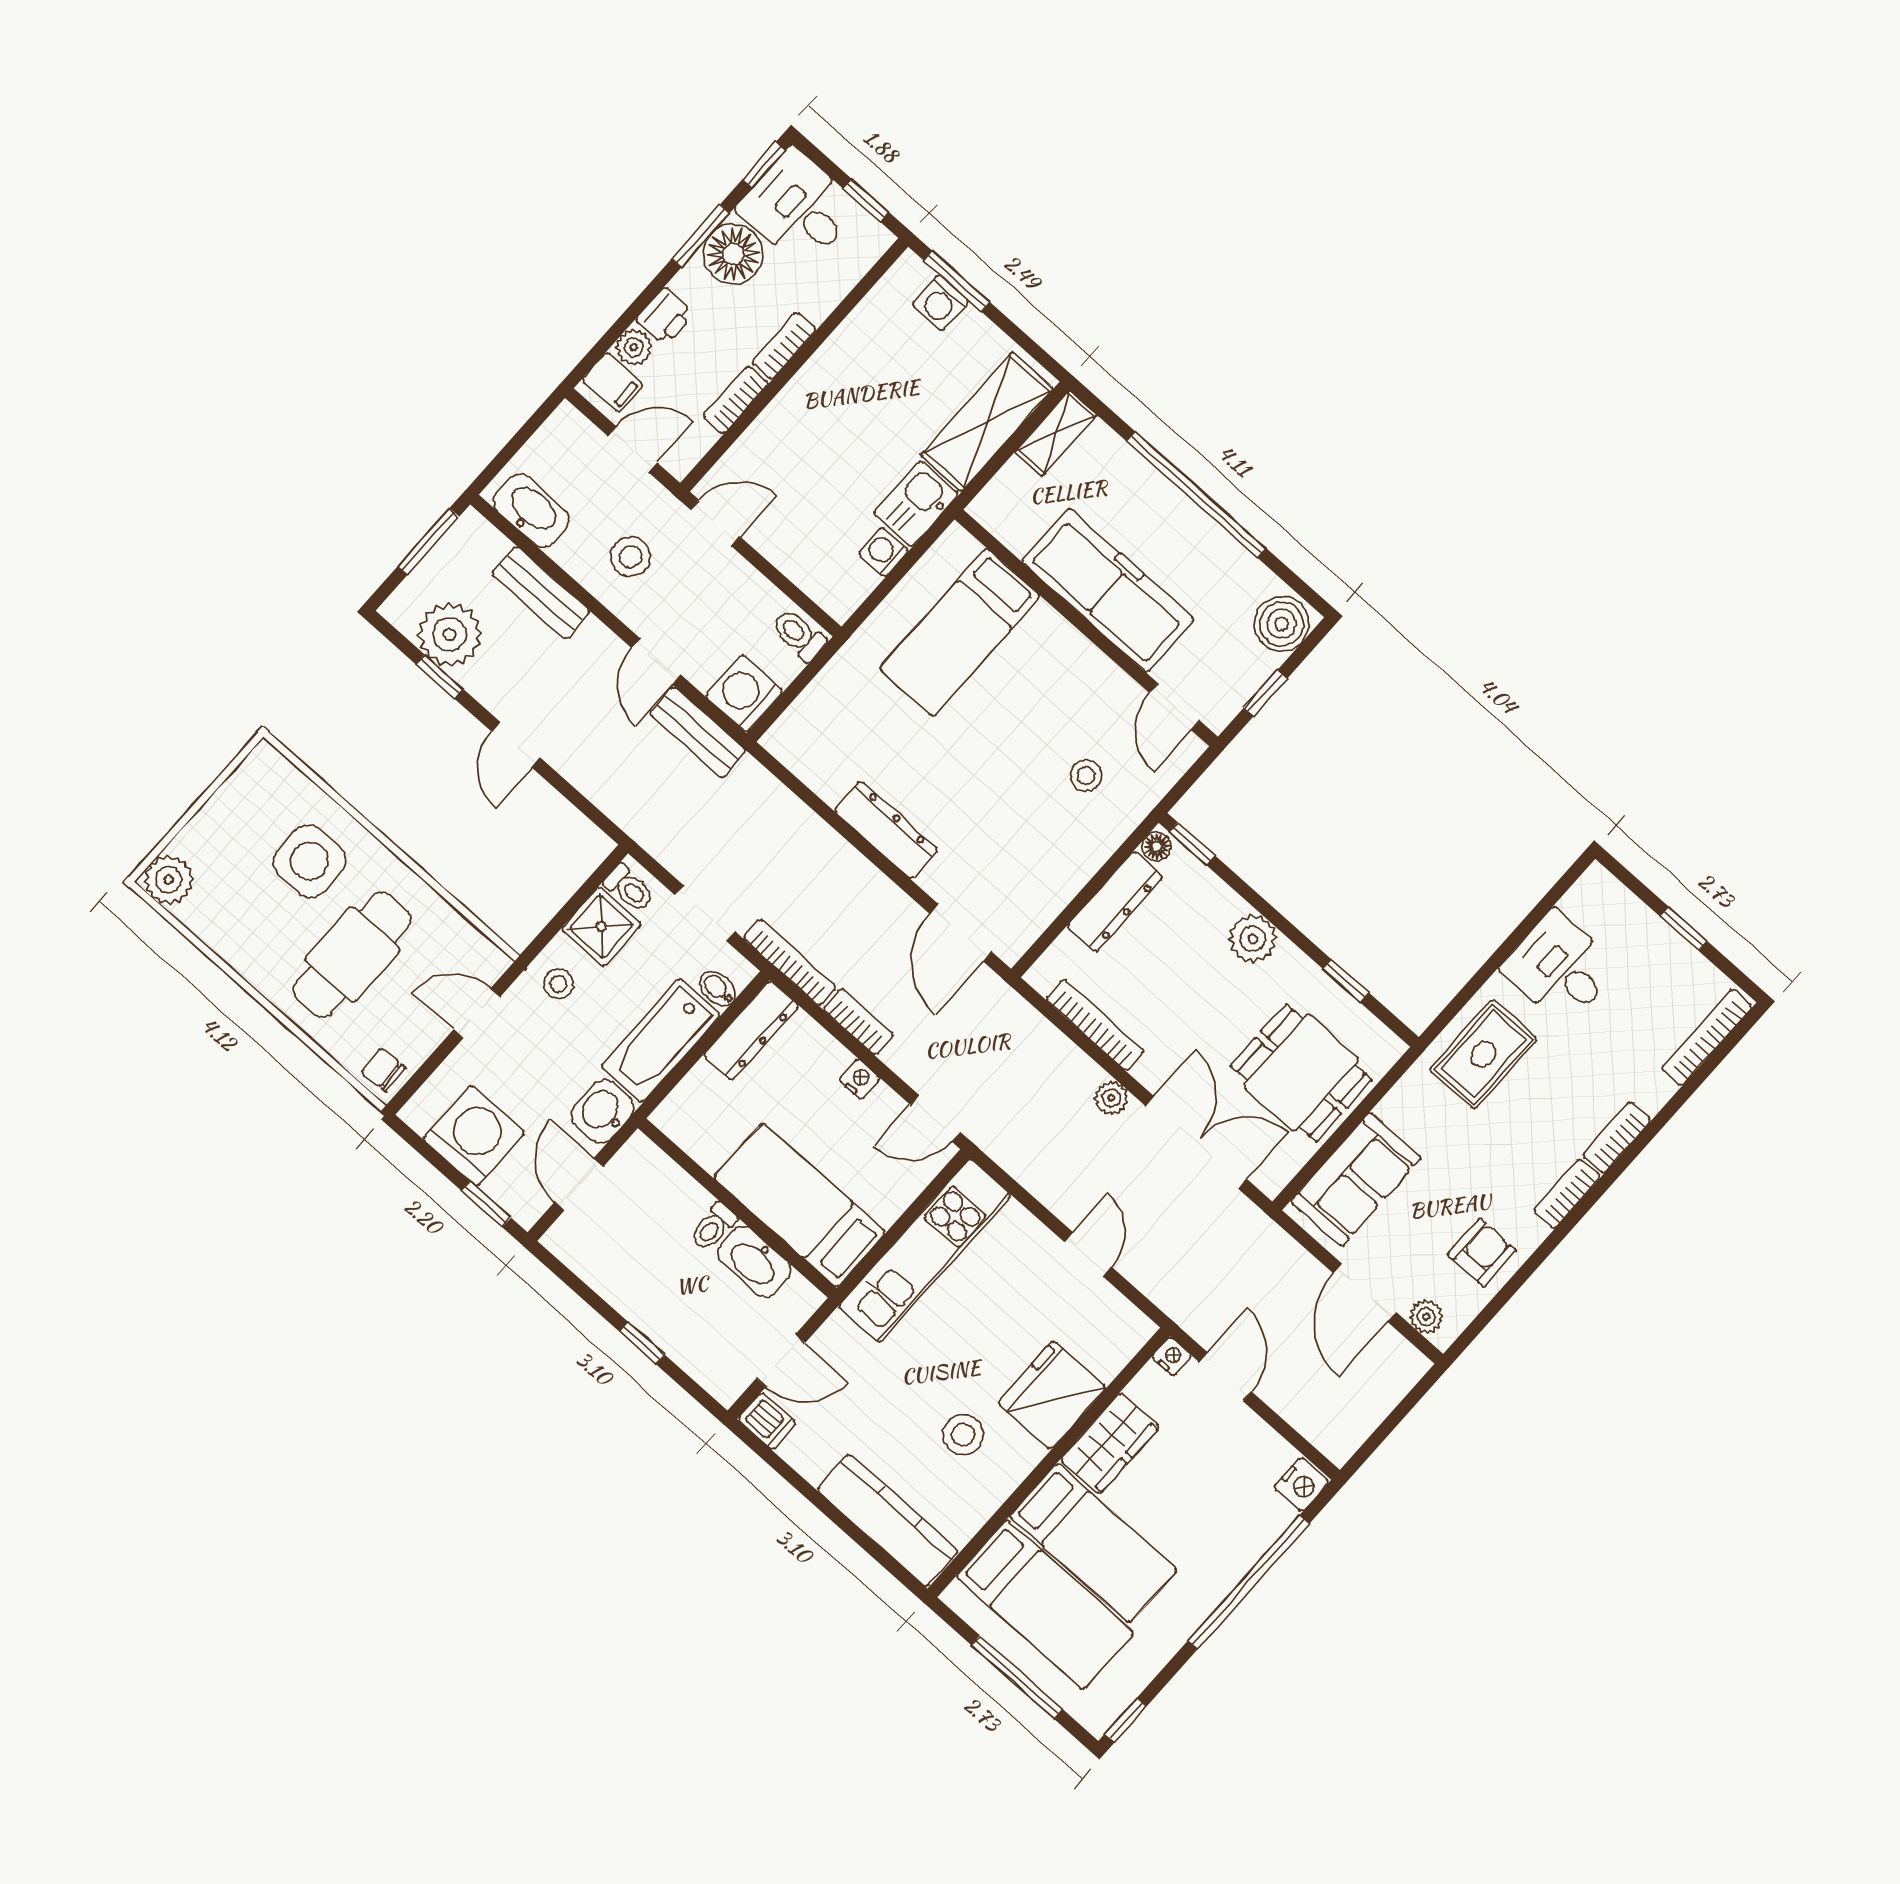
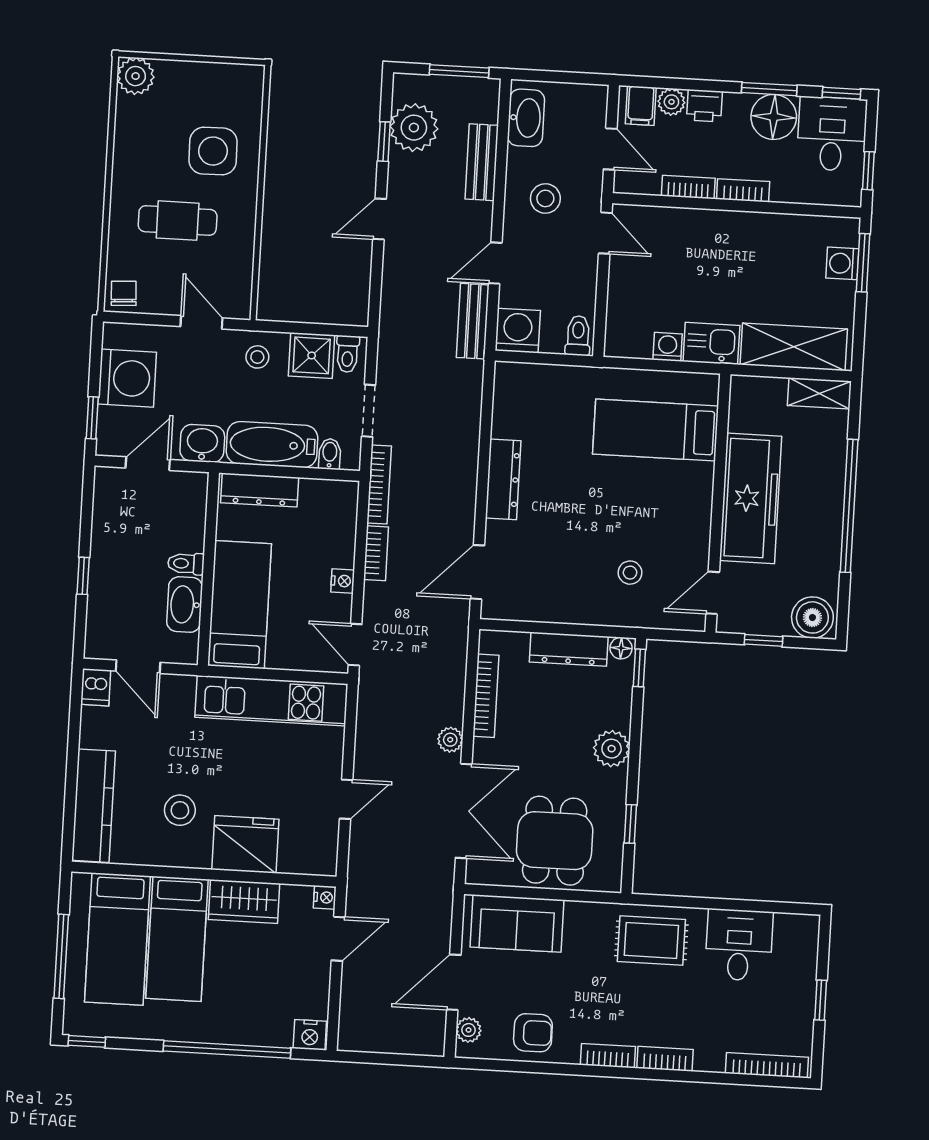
cafe table: (352, 955) -> (178, 221), width x0.73, depth x0.74
dresser: (751, 1030) -> (260, 490), moved

